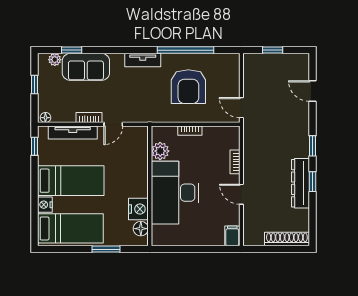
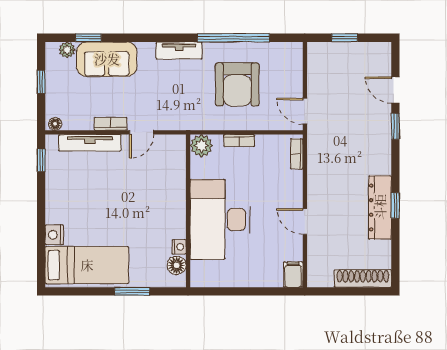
window: (312, 146) -> (395, 126), moved
plant: (160, 151) -> (201, 146), moved
bookcase: (235, 162) -> (297, 154), moved
bed: (71, 181) -> (87, 204), removed
nightstand: (138, 209) -> (179, 247), width x0.53, depth x0.56

